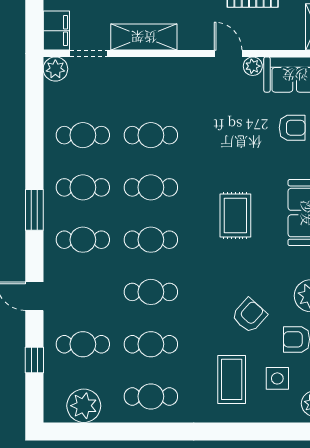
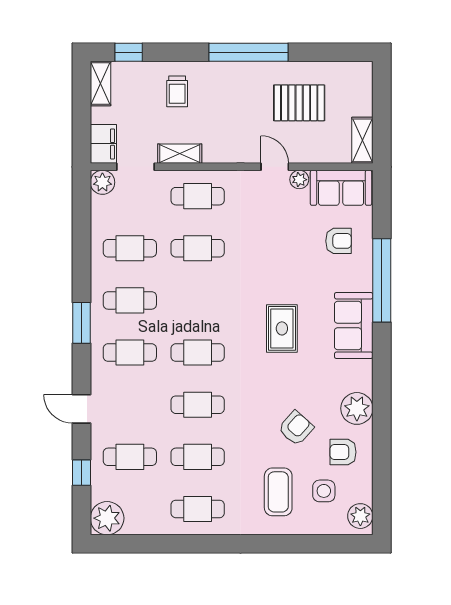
shelving: (144, 37) -> (180, 154), width x0.67, depth x0.75
cafe table: (151, 187) -> (198, 196), moved
plant: (84, 406) -> (107, 518), moved

